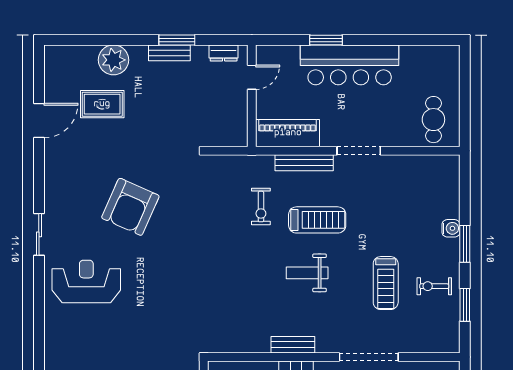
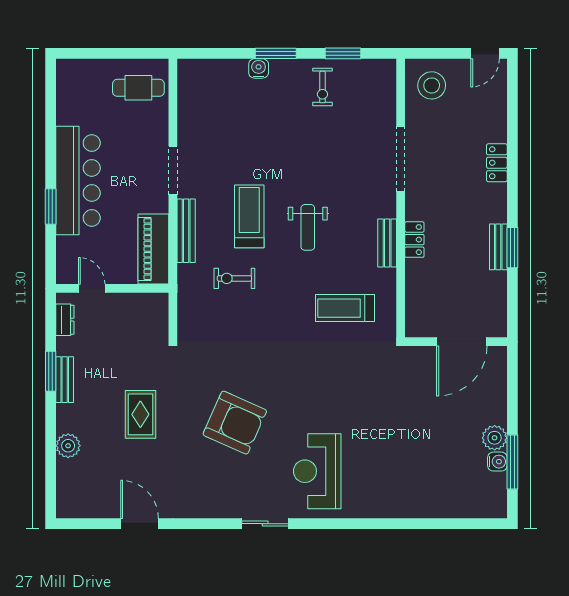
plant: (113, 60) -> (68, 446), width x0.73, depth x0.73
rug: (102, 104) -> (140, 414), moved
exercise bike: (261, 207) -> (234, 278), turned 180
treadmill: (386, 283) -> (345, 308), moved, turned 180

